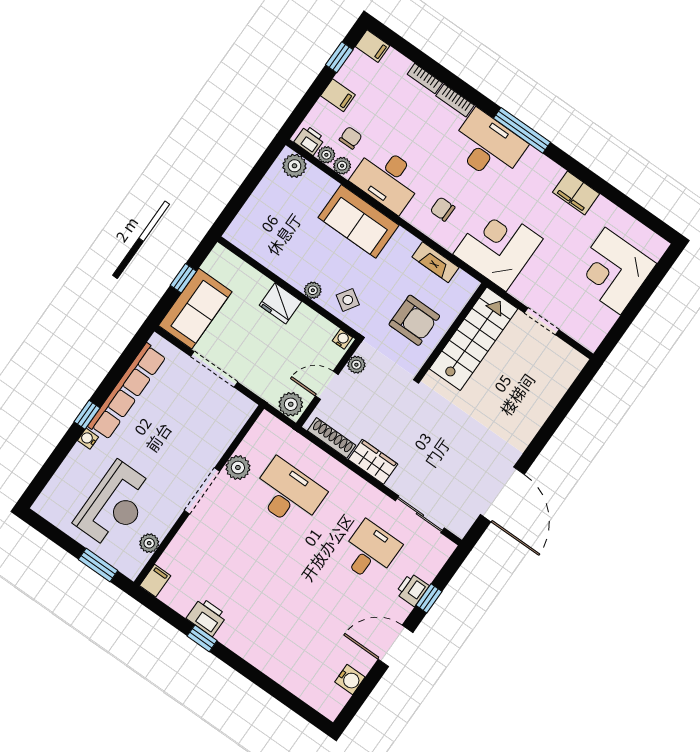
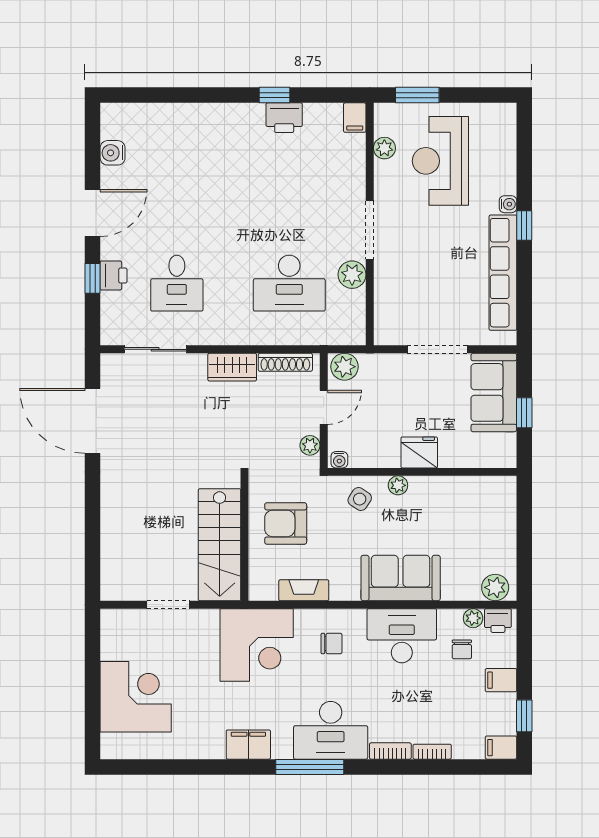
plant: (342, 166) -> (452, 618), removed
filing cabinet: (576, 193) -> (248, 745), moved

